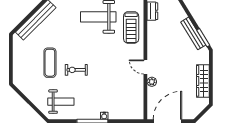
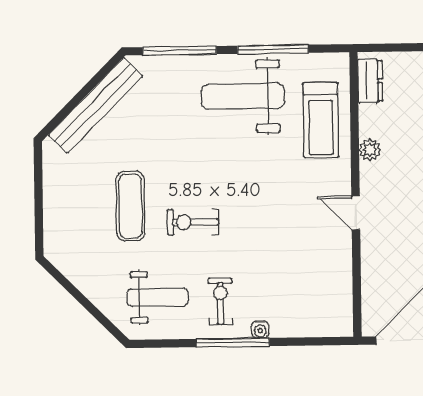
plant: (152, 82) -> (370, 150), moved
exercise bike: (88, 104) -> (220, 301), added

